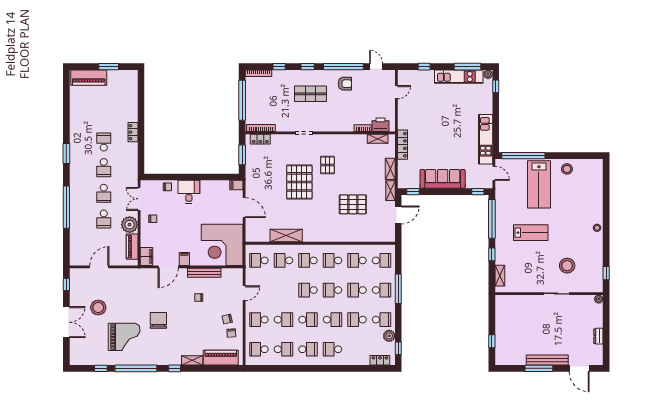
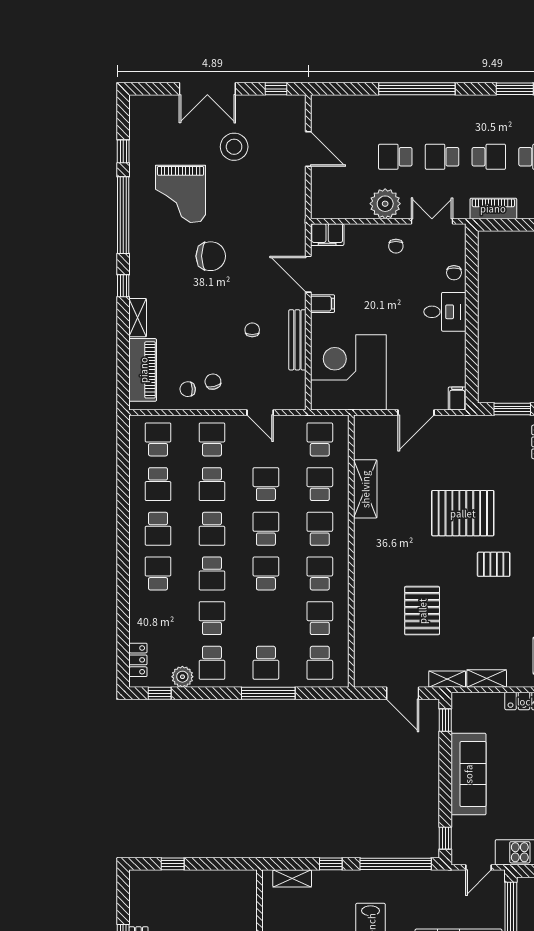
school desk: (104, 168) -> (489, 157), turned 180
piano: (132, 247) -> (493, 208), moved
school desk: (357, 290) -> (266, 484), moved

